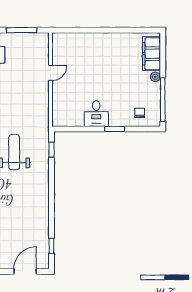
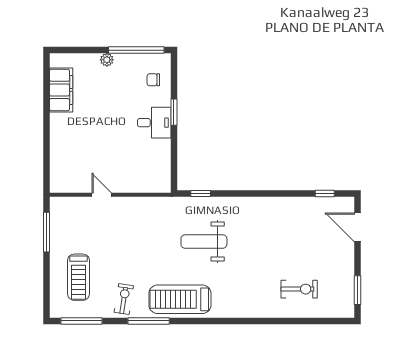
filing cabinet: (151, 54) -> (61, 90), moved, turned -90
desk: (96, 114) -> (154, 123), moved

